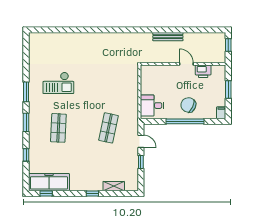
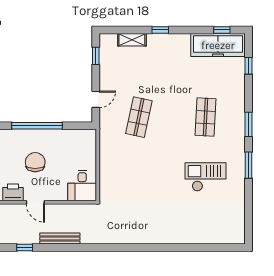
window: (194, 30) -> (25, 247), added
chair: (188, 105) -> (35, 162), moved, turned -116
desk: (152, 106) -> (82, 185), moved, turned 90
door: (141, 141) -> (96, 99), swing flipped
window: (26, 155) -> (249, 66), moved
window: (141, 162) -> (96, 56), moved

